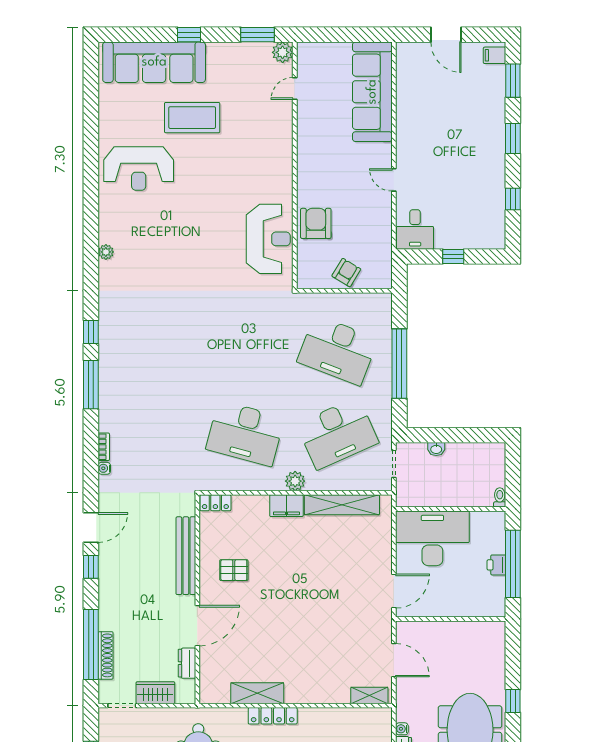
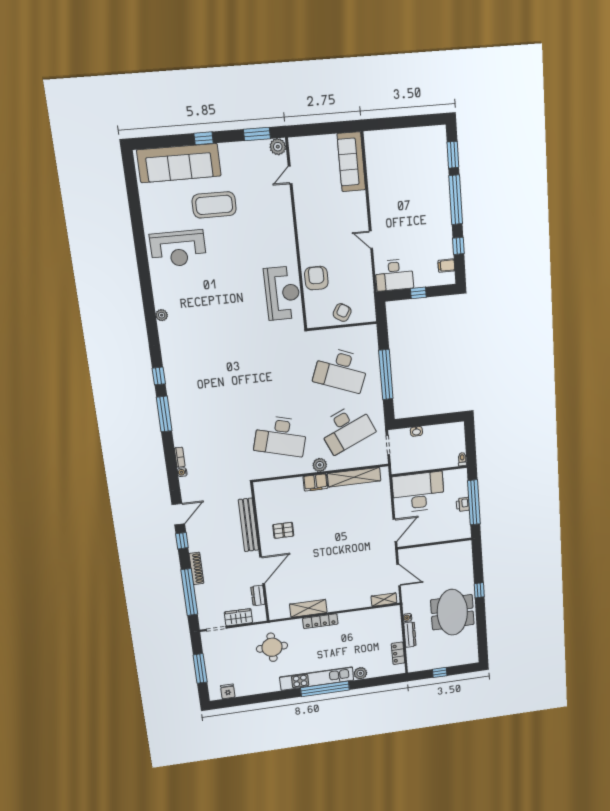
door: (446, 35) -> (401, 122), removed
filing cabinet: (495, 55) -> (446, 266), moved
sofa: (372, 92) -> (351, 162), width x0.74, depth x0.79
window: (513, 138) -> (456, 200), width x2.11
desk: (415, 229) -> (394, 275), width x1.37
locker: (215, 503) -> (265, 486), removed
shoe rack: (106, 655) -> (196, 568), moved

